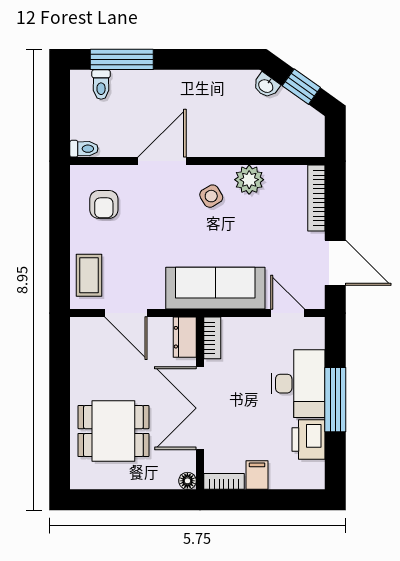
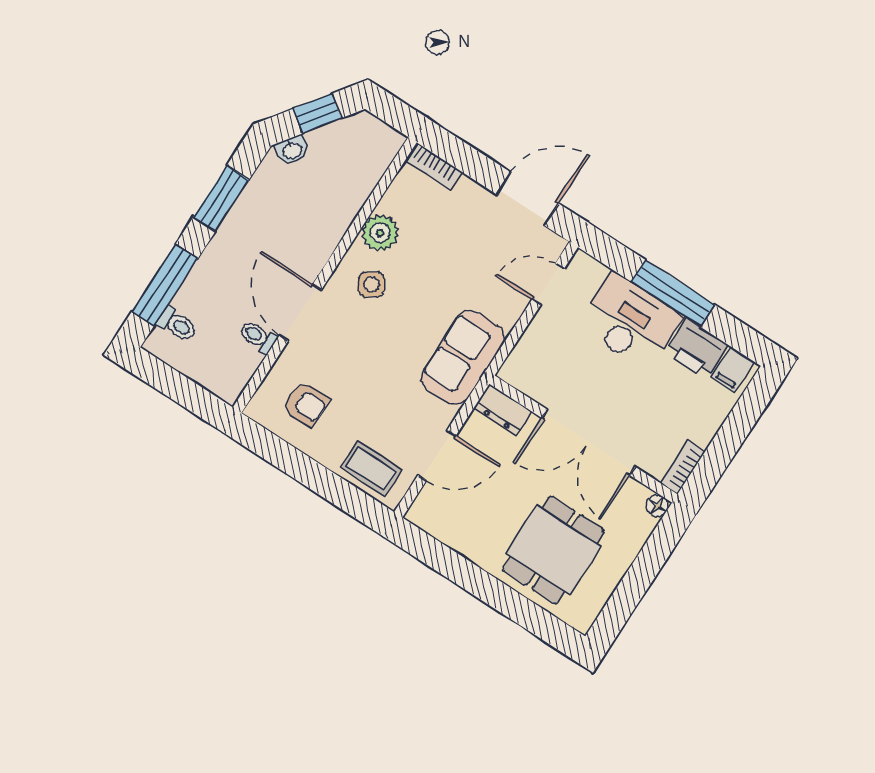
window: (204, 59) -> (221, 198), added
toilet: (84, 149) -> (258, 337), moved, turned -90
bookcase: (316, 198) -> (433, 166), width x0.64
sofa: (215, 288) -> (463, 357), width x0.73
bookcase: (212, 338) -> (523, 381), removed
filing cabinet: (257, 475) -> (733, 369), moved, turned -90

